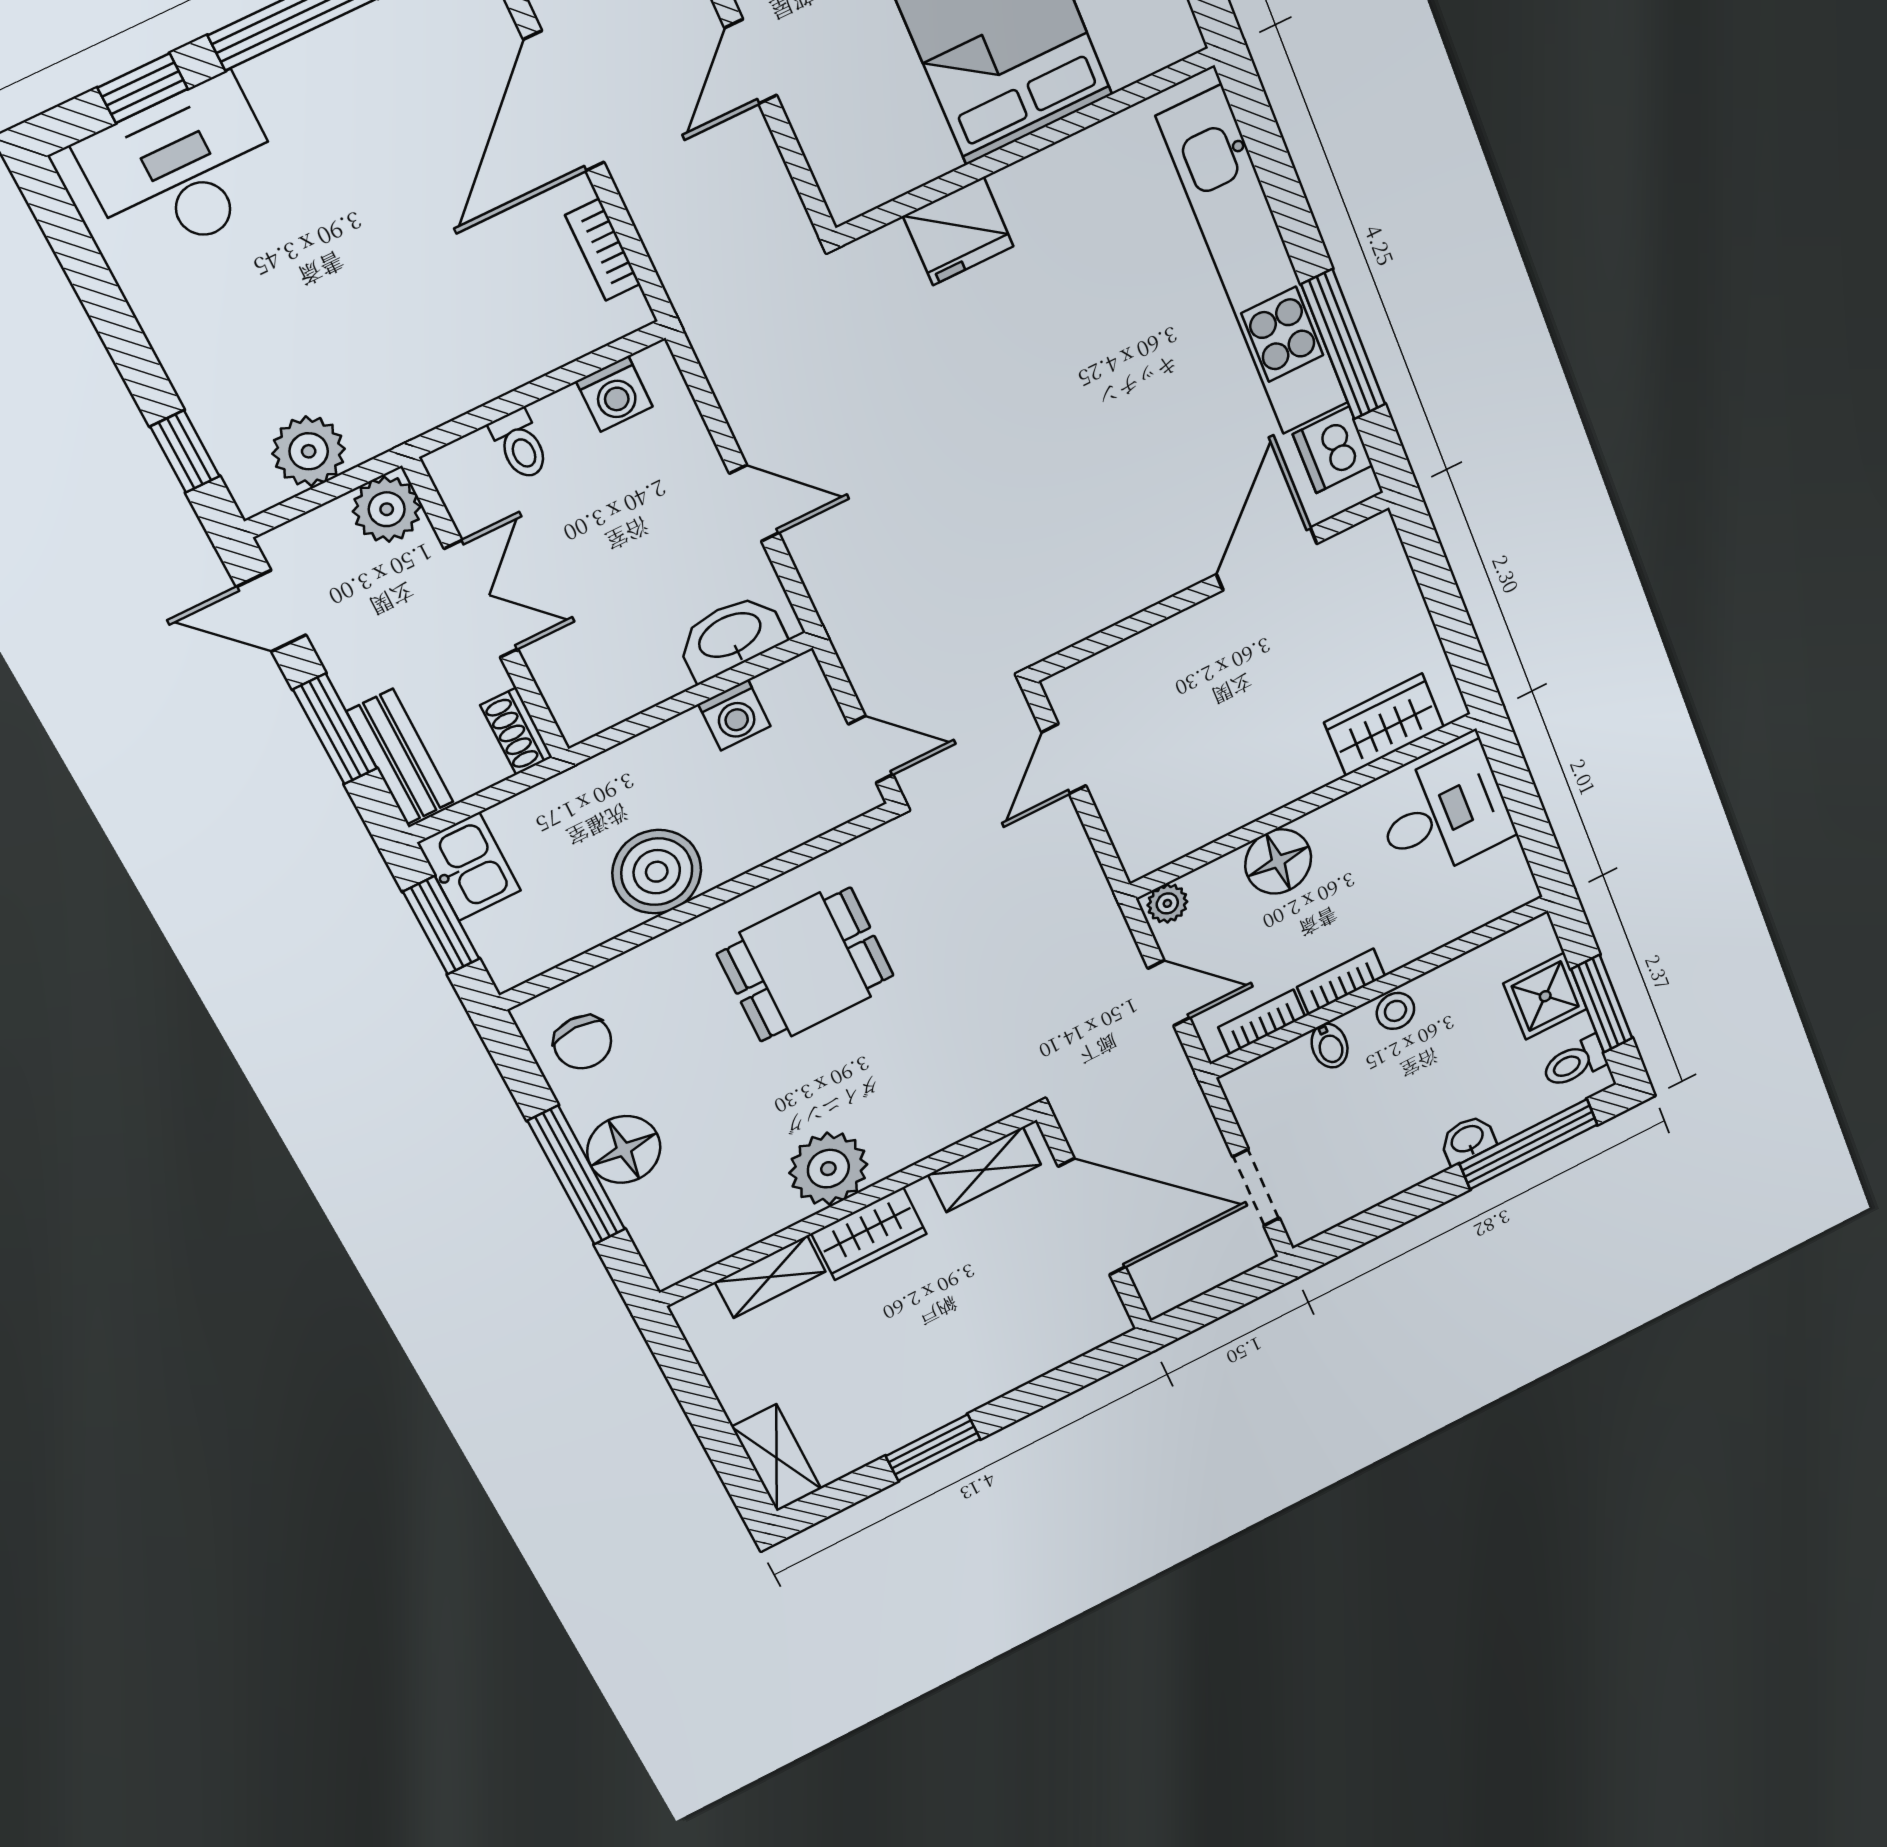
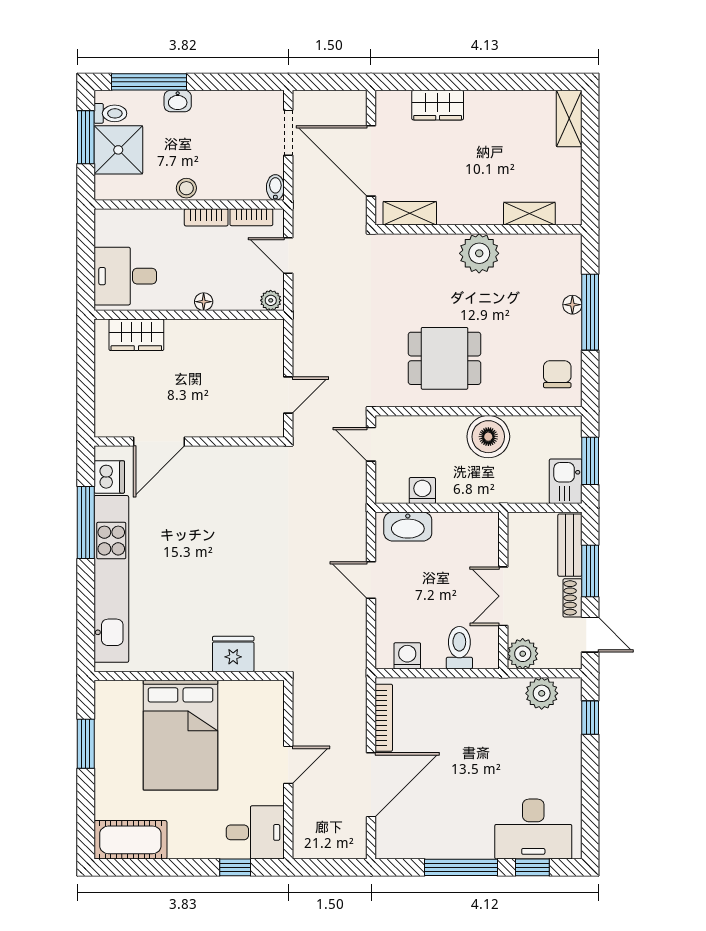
bookcase: (603, 250) -> (384, 718), width x1.56
toilet: (520, 445) -> (459, 648), width x1.37, depth x1.39
shoe rack: (516, 731) -> (573, 598), moved, turned 180
floor lamp: (1278, 861) -> (204, 302), width x0.53, depth x0.53
shower: (1545, 996) -> (118, 150), width x1.36, depth x1.36
bidet: (1330, 1046) -> (275, 187), moved
floor lamp: (624, 1149) -> (572, 305), width x0.53, depth x0.53
wardrobe: (869, 1234) -> (438, 105), moved, turned 180
window: (933, 1447) -> (496, 82), removed

